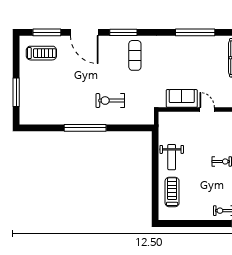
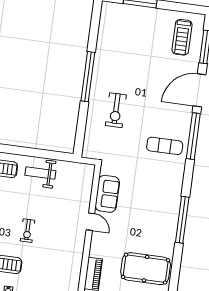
window: (123, 32) -> (193, 136), width x1.46
exercise bike: (110, 101) -> (116, 110), turned 180
door: (207, 109) -> (90, 222), hinge flipped

